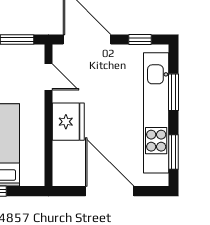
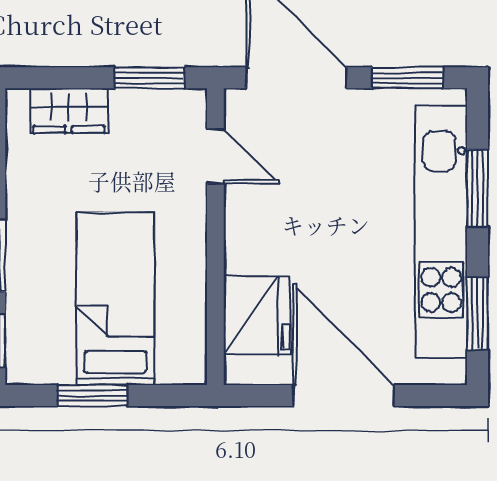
window: (140, 39) -> (407, 78), width x1.50
fridge: (68, 122) -> (257, 316), moved

